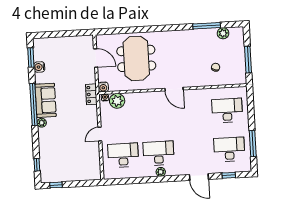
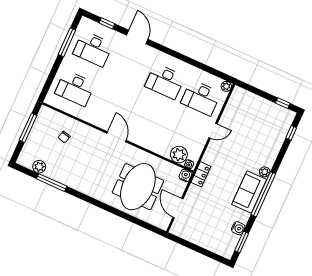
plant: (161, 172) -> (226, 86), moved

